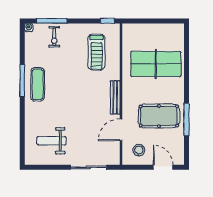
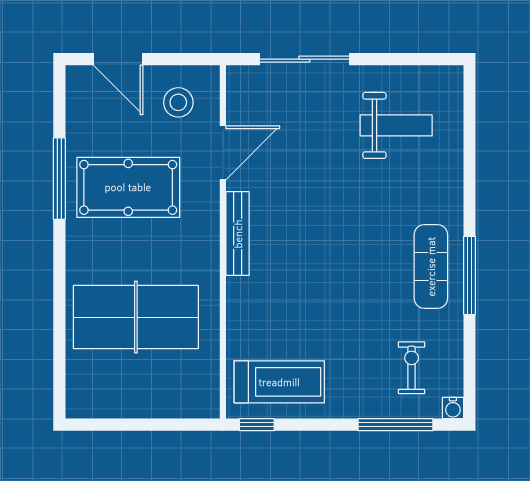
exercise bike: (54, 37) -> (412, 368), moved
treadmill: (96, 52) -> (279, 382), moved, turned 90

